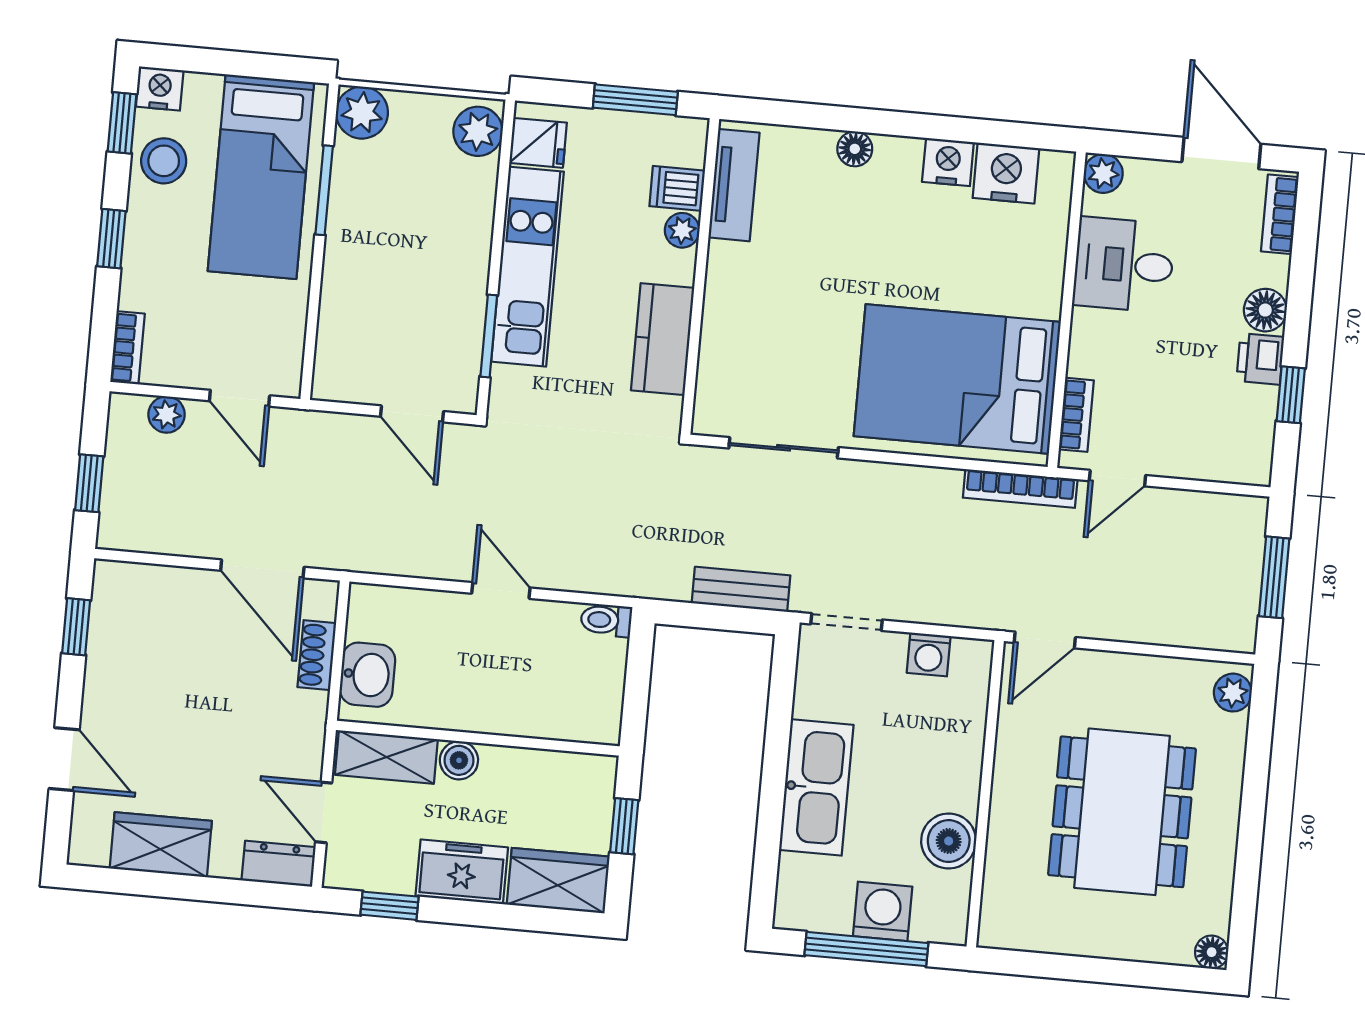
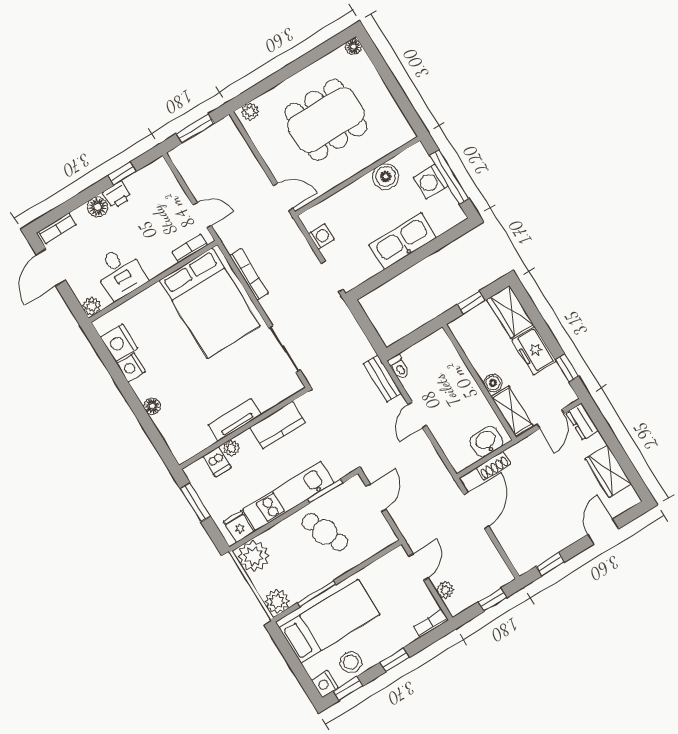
plant: (478, 131) -> (254, 556), width x1.36, depth x1.36
tv unit: (734, 185) -> (235, 420), moved
cafe table: (419, 283) -> (325, 532), added
bookcase: (1020, 488) -> (249, 274), moved
bench: (741, 589) -> (382, 378), moved

